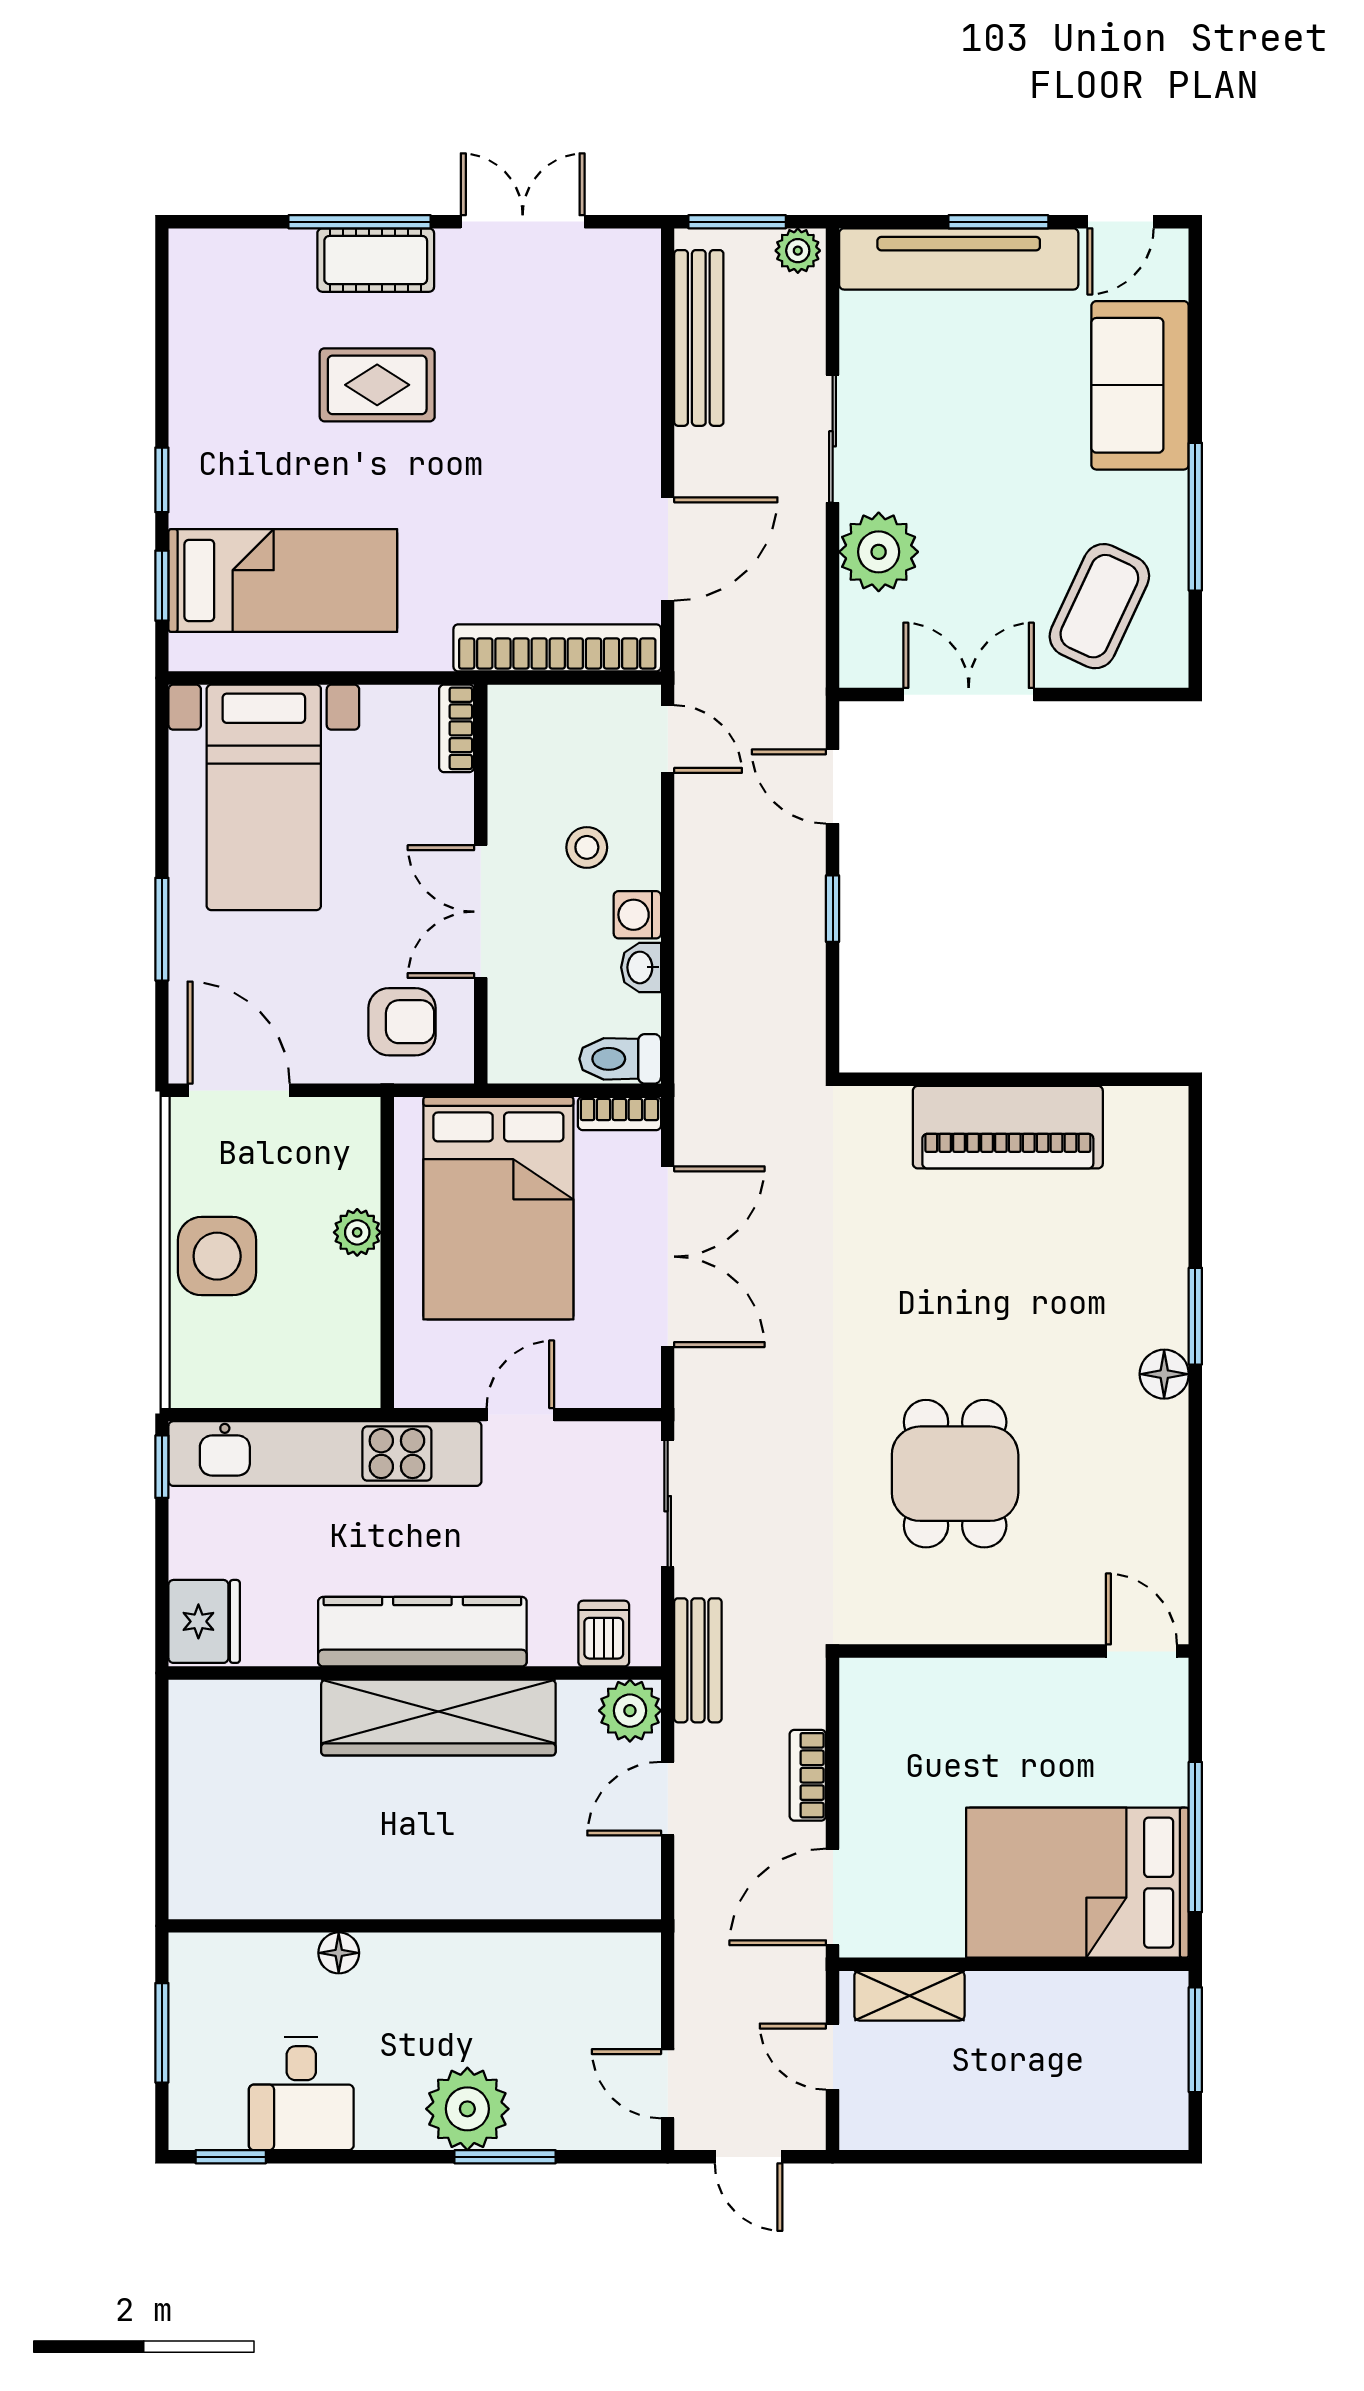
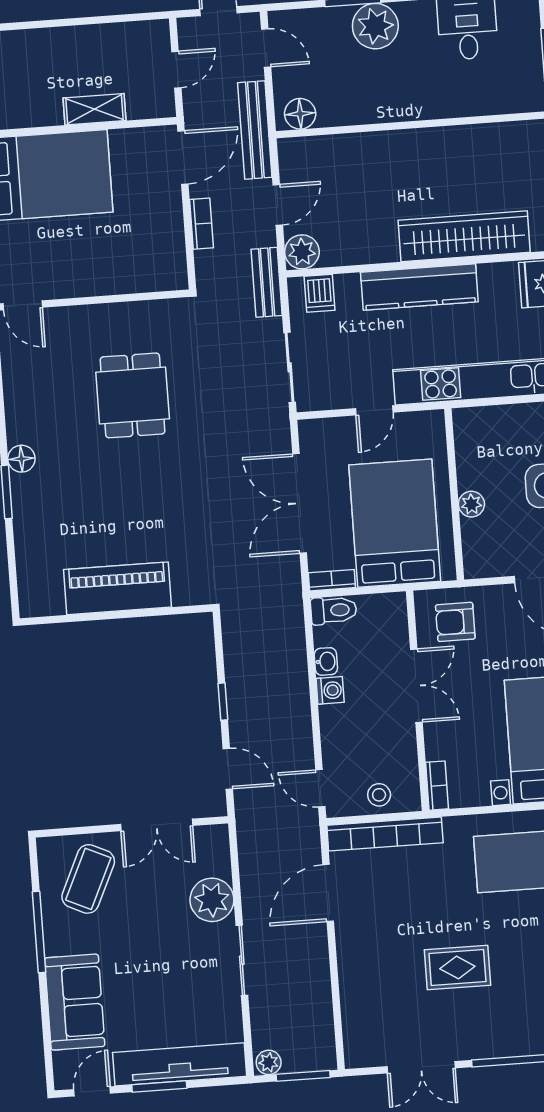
cot: (376, 260) -> (501, 1040), removed
bench: (699, 338) -> (255, 130), moved
rug: (377, 385) -> (457, 967), moved
stool: (587, 847) -> (379, 795), moved
wardrobe: (438, 1718) -> (464, 236), moved
floor lamp: (339, 1953) -> (300, 114), moved, width x1.37, depth x1.37
shelving: (909, 1996) -> (95, 109), moved
door: (833, 2057) -> (176, 70), hinge flipped

